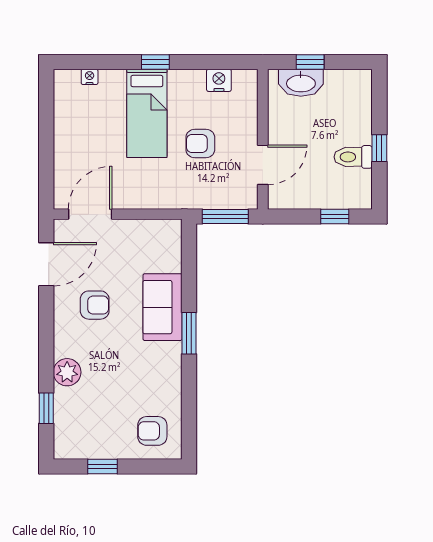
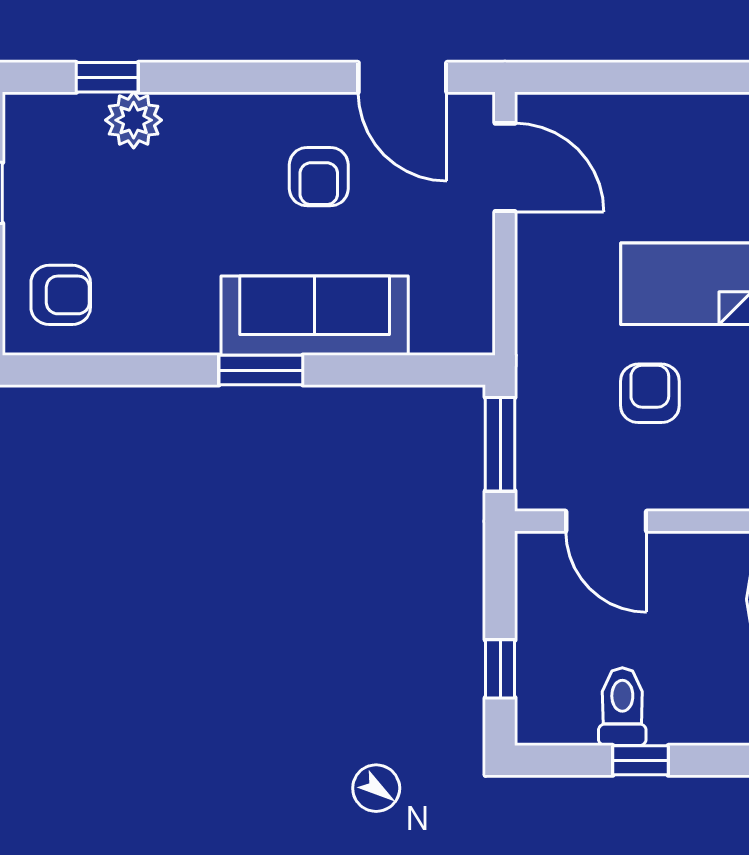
sofa: (162, 307) -> (315, 316), width x1.36
plant: (67, 372) -> (134, 120), moved
armchair: (152, 431) -> (61, 295), turned 90

